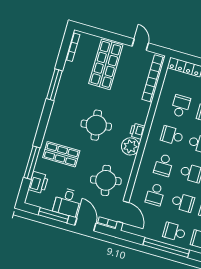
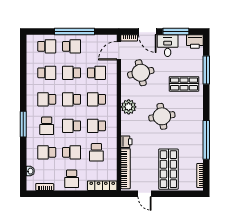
window: (54, 85) -> (206, 140), width x1.46
printer: (137, 131) -> (126, 142), moved
school desk: (172, 136) -> (96, 126), turned 180
school desk: (164, 165) -> (96, 99), turned -90
printer: (38, 182) -> (195, 41), moved, turned -90
school desk: (155, 194) -> (96, 73), turned 90
door: (123, 212) -> (119, 51), hinge flipped

